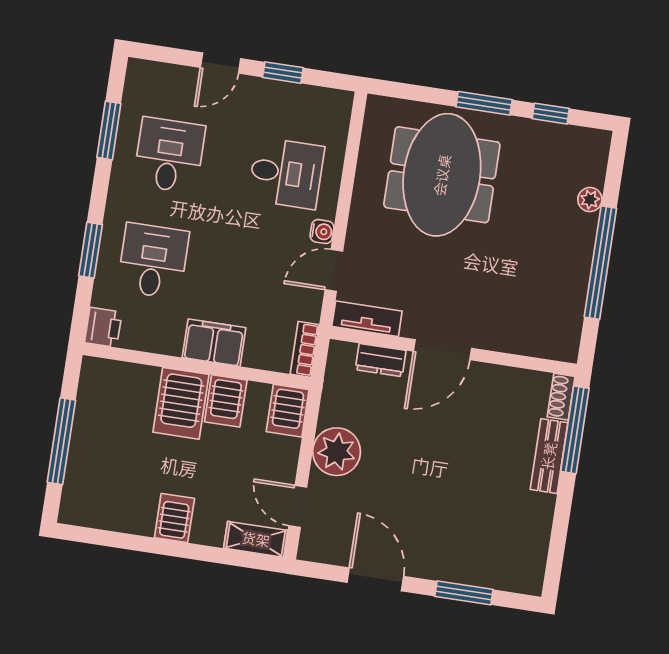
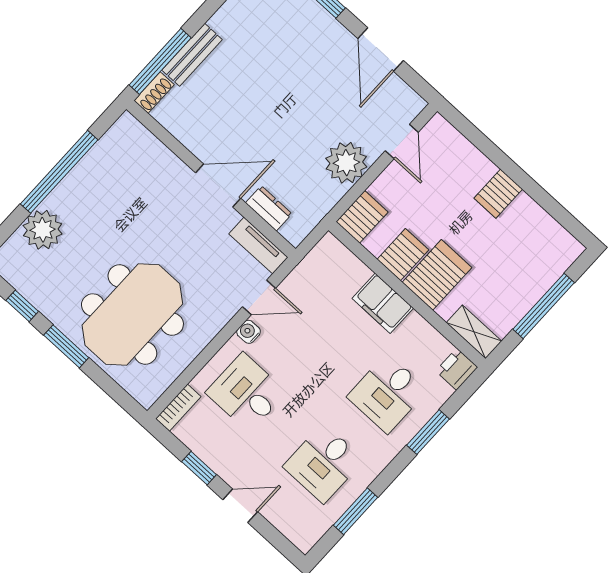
plant: (590, 200) -> (43, 230), width x1.88, depth x1.88
bookcase: (305, 349) -> (178, 408), moved
shelving: (256, 539) -> (474, 332), moved

